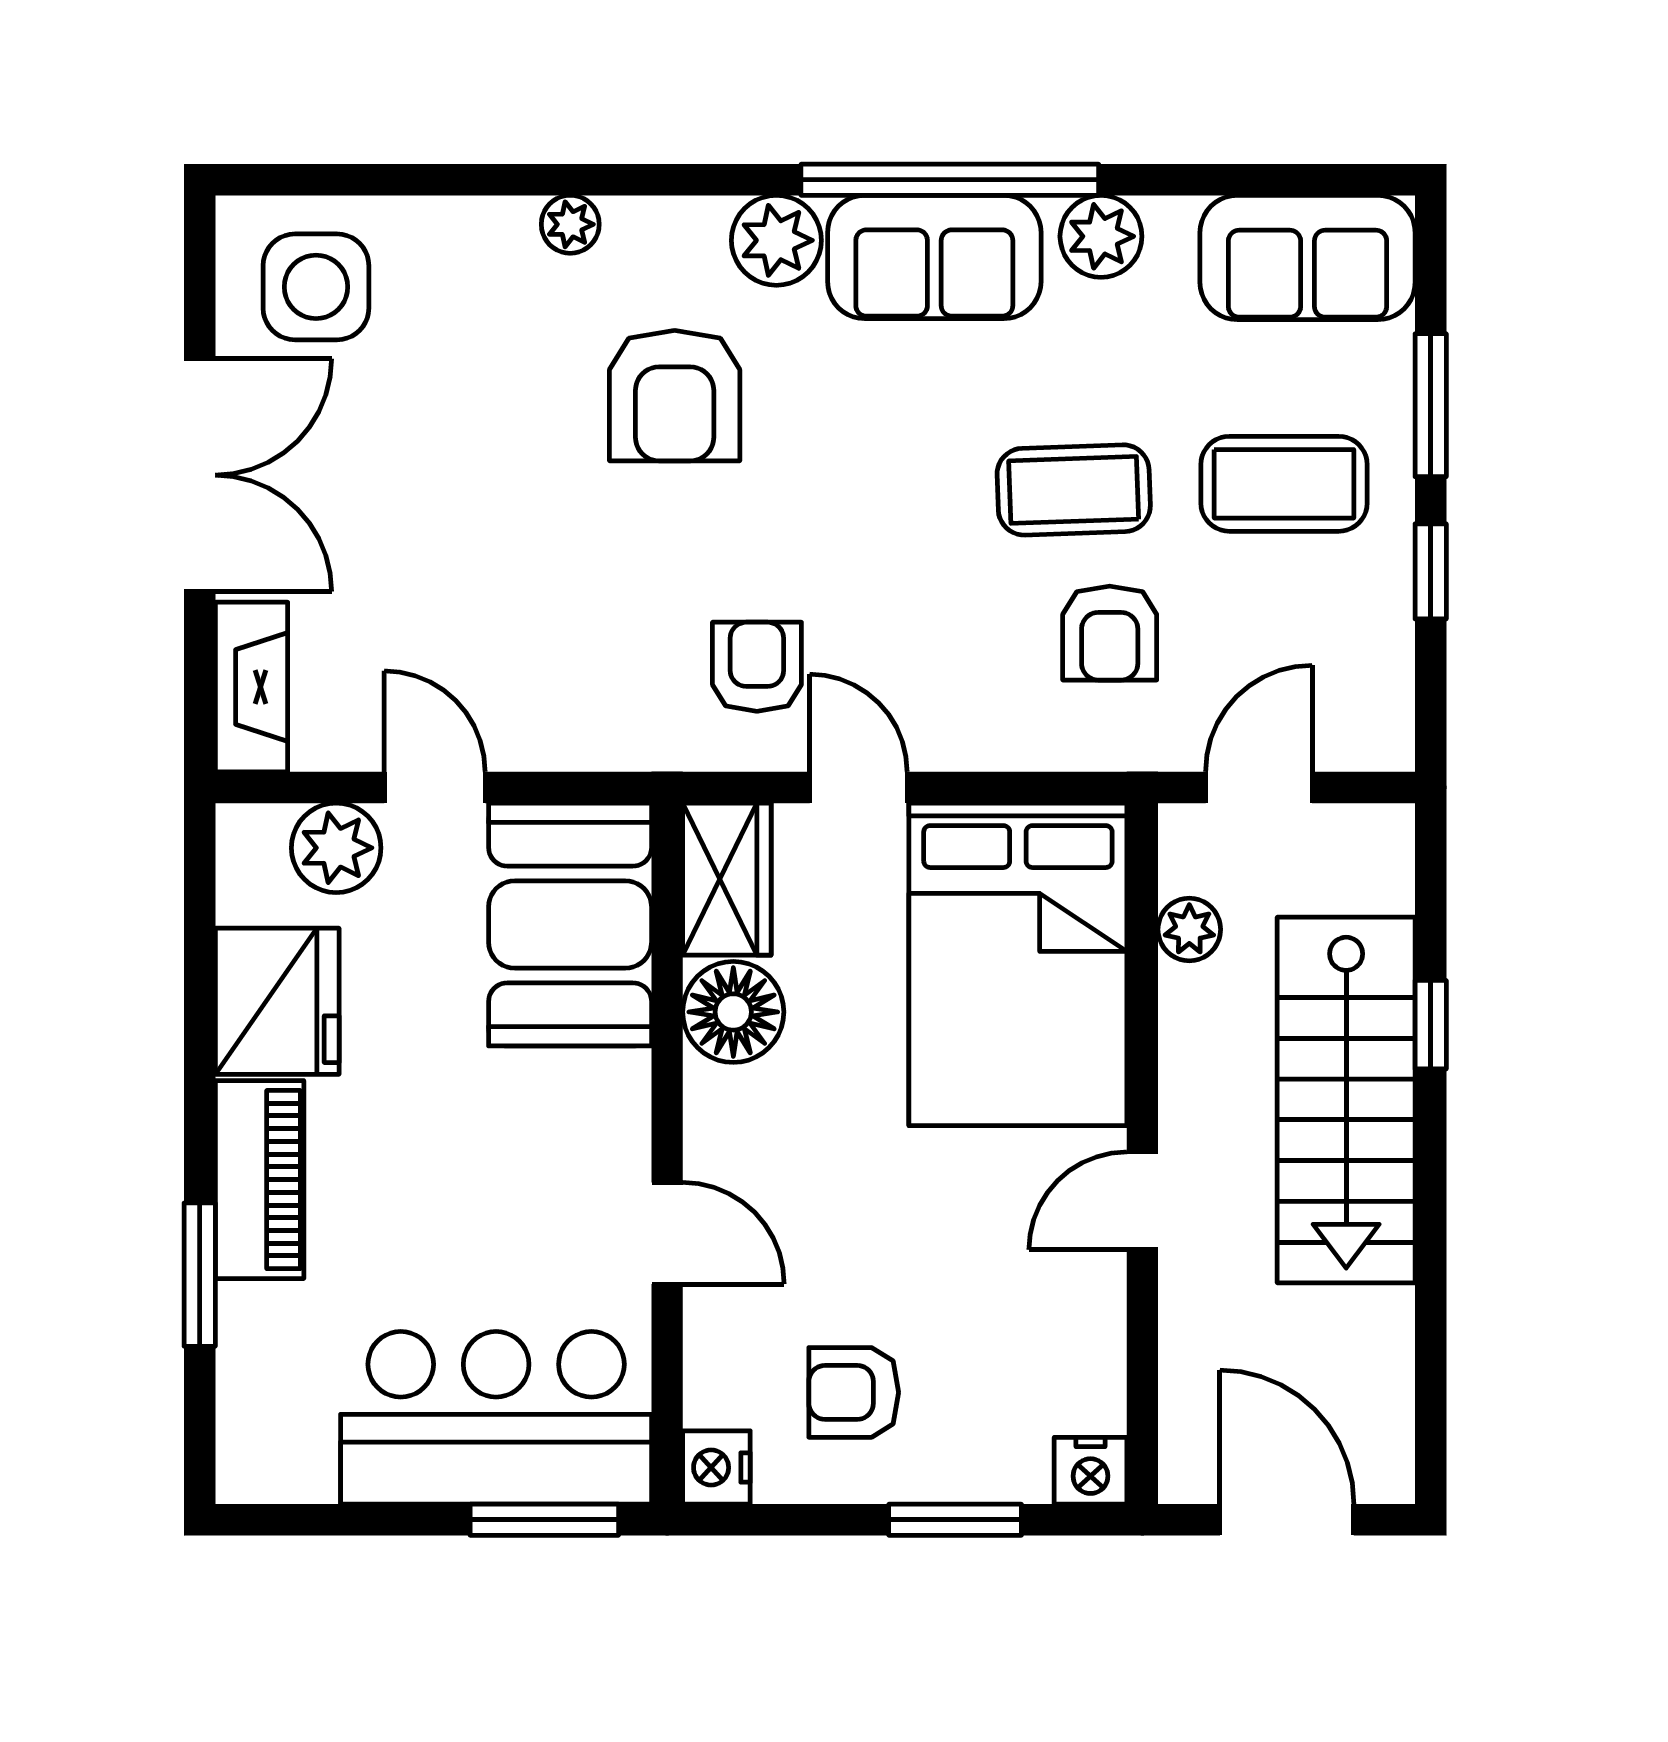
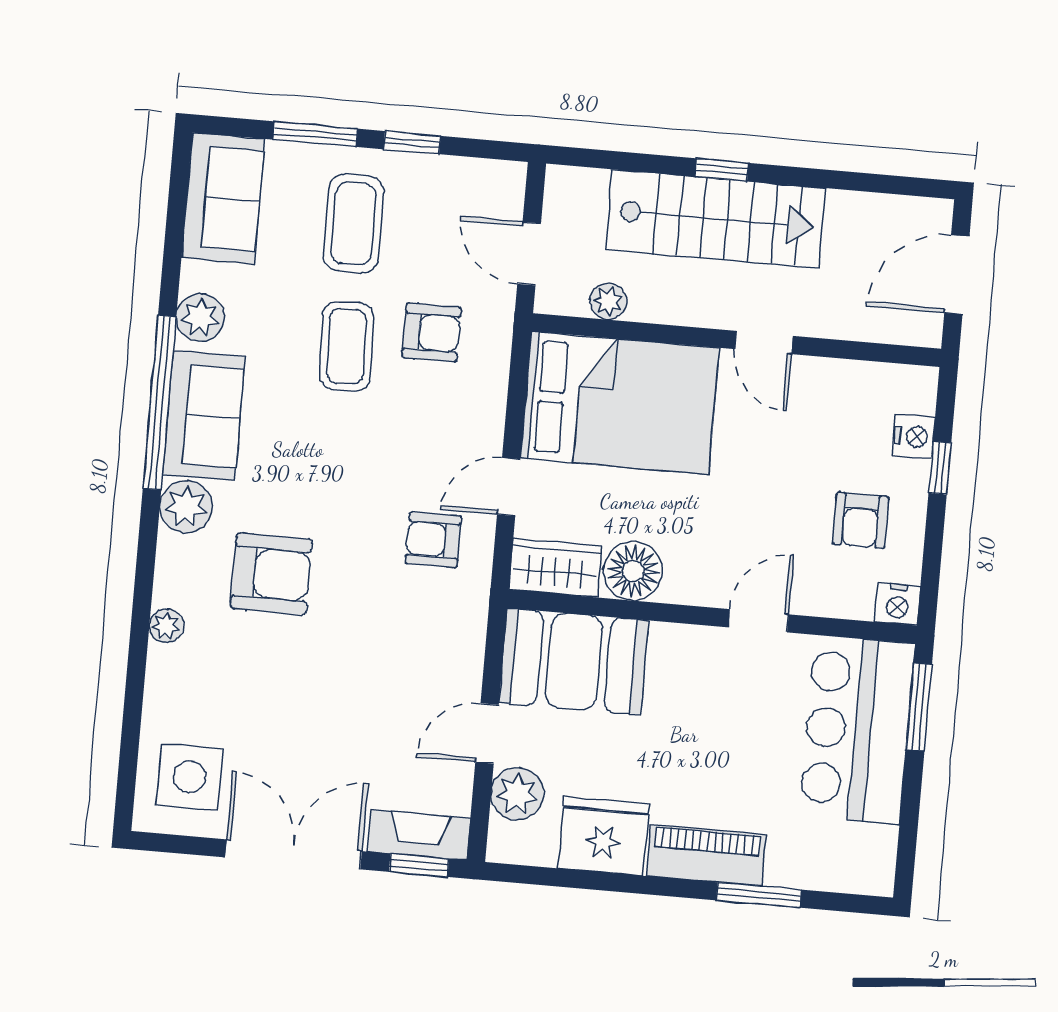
window: (200, 691) -> (419, 865), added
window: (1431, 1025) -> (722, 170), moved
nightstand: (1090, 1471) -> (914, 437), moved
window: (955, 1520) -> (940, 468), width x0.67

